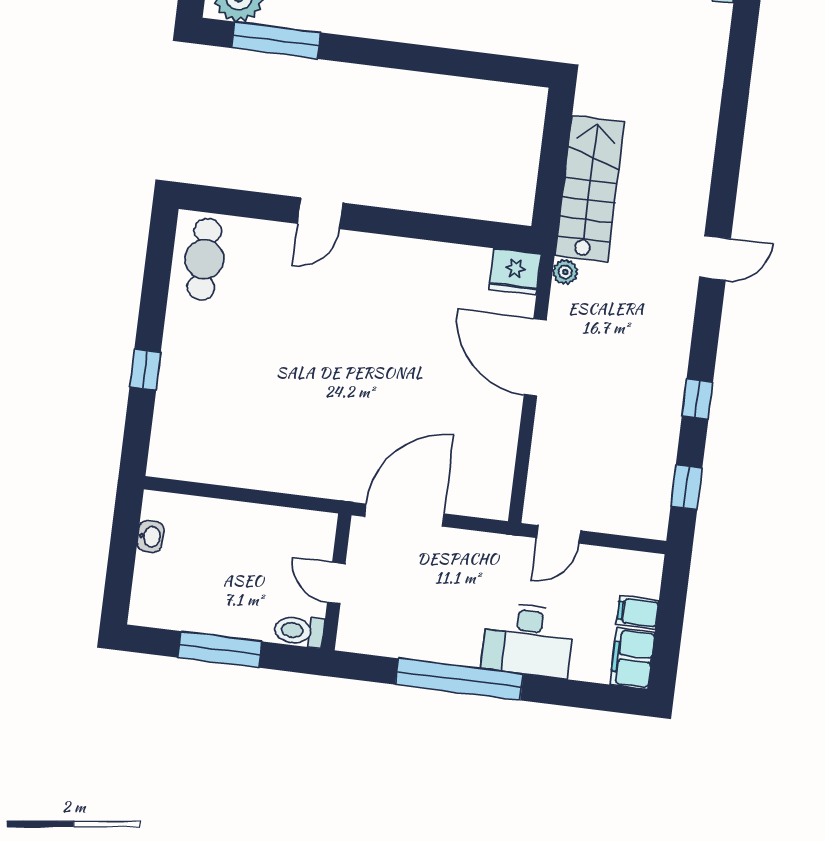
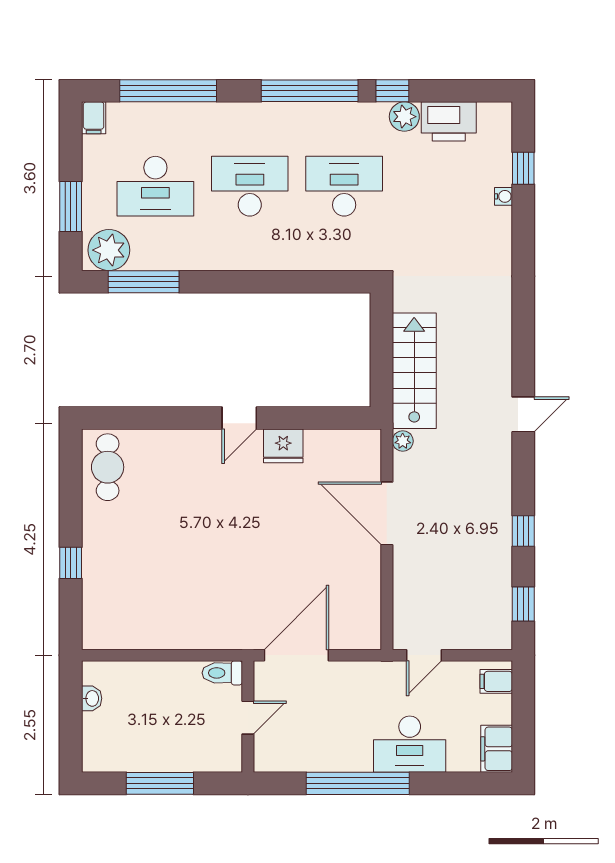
door: (320, 213) -> (239, 418), moved
fridge: (515, 272) -> (283, 446), moved
door: (336, 583) -> (248, 718), swing flipped
filing cabinet: (638, 612) -> (496, 681), moved
toilet: (299, 631) -> (222, 673), moved

